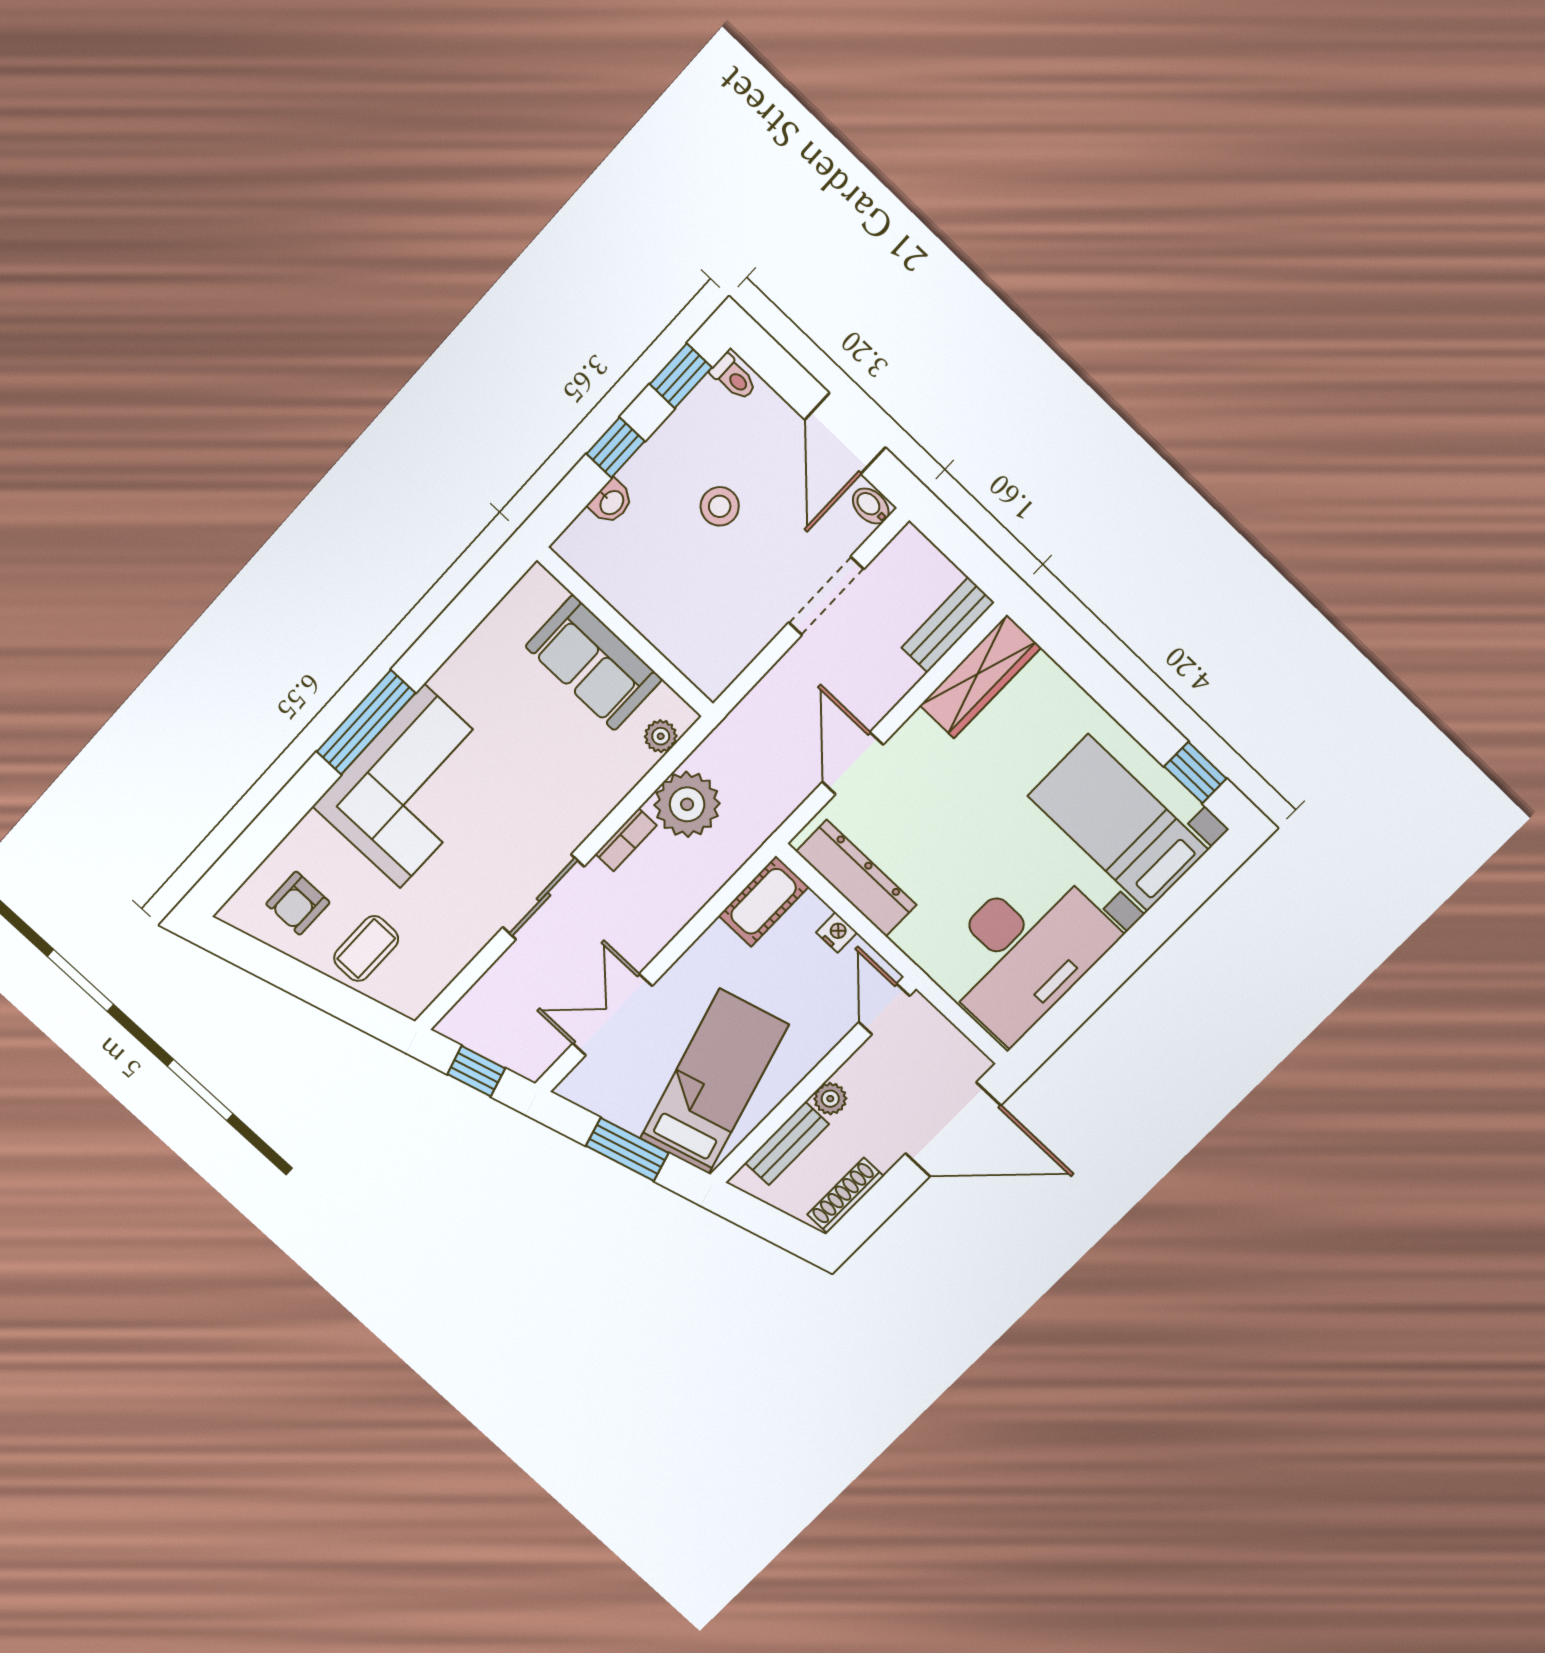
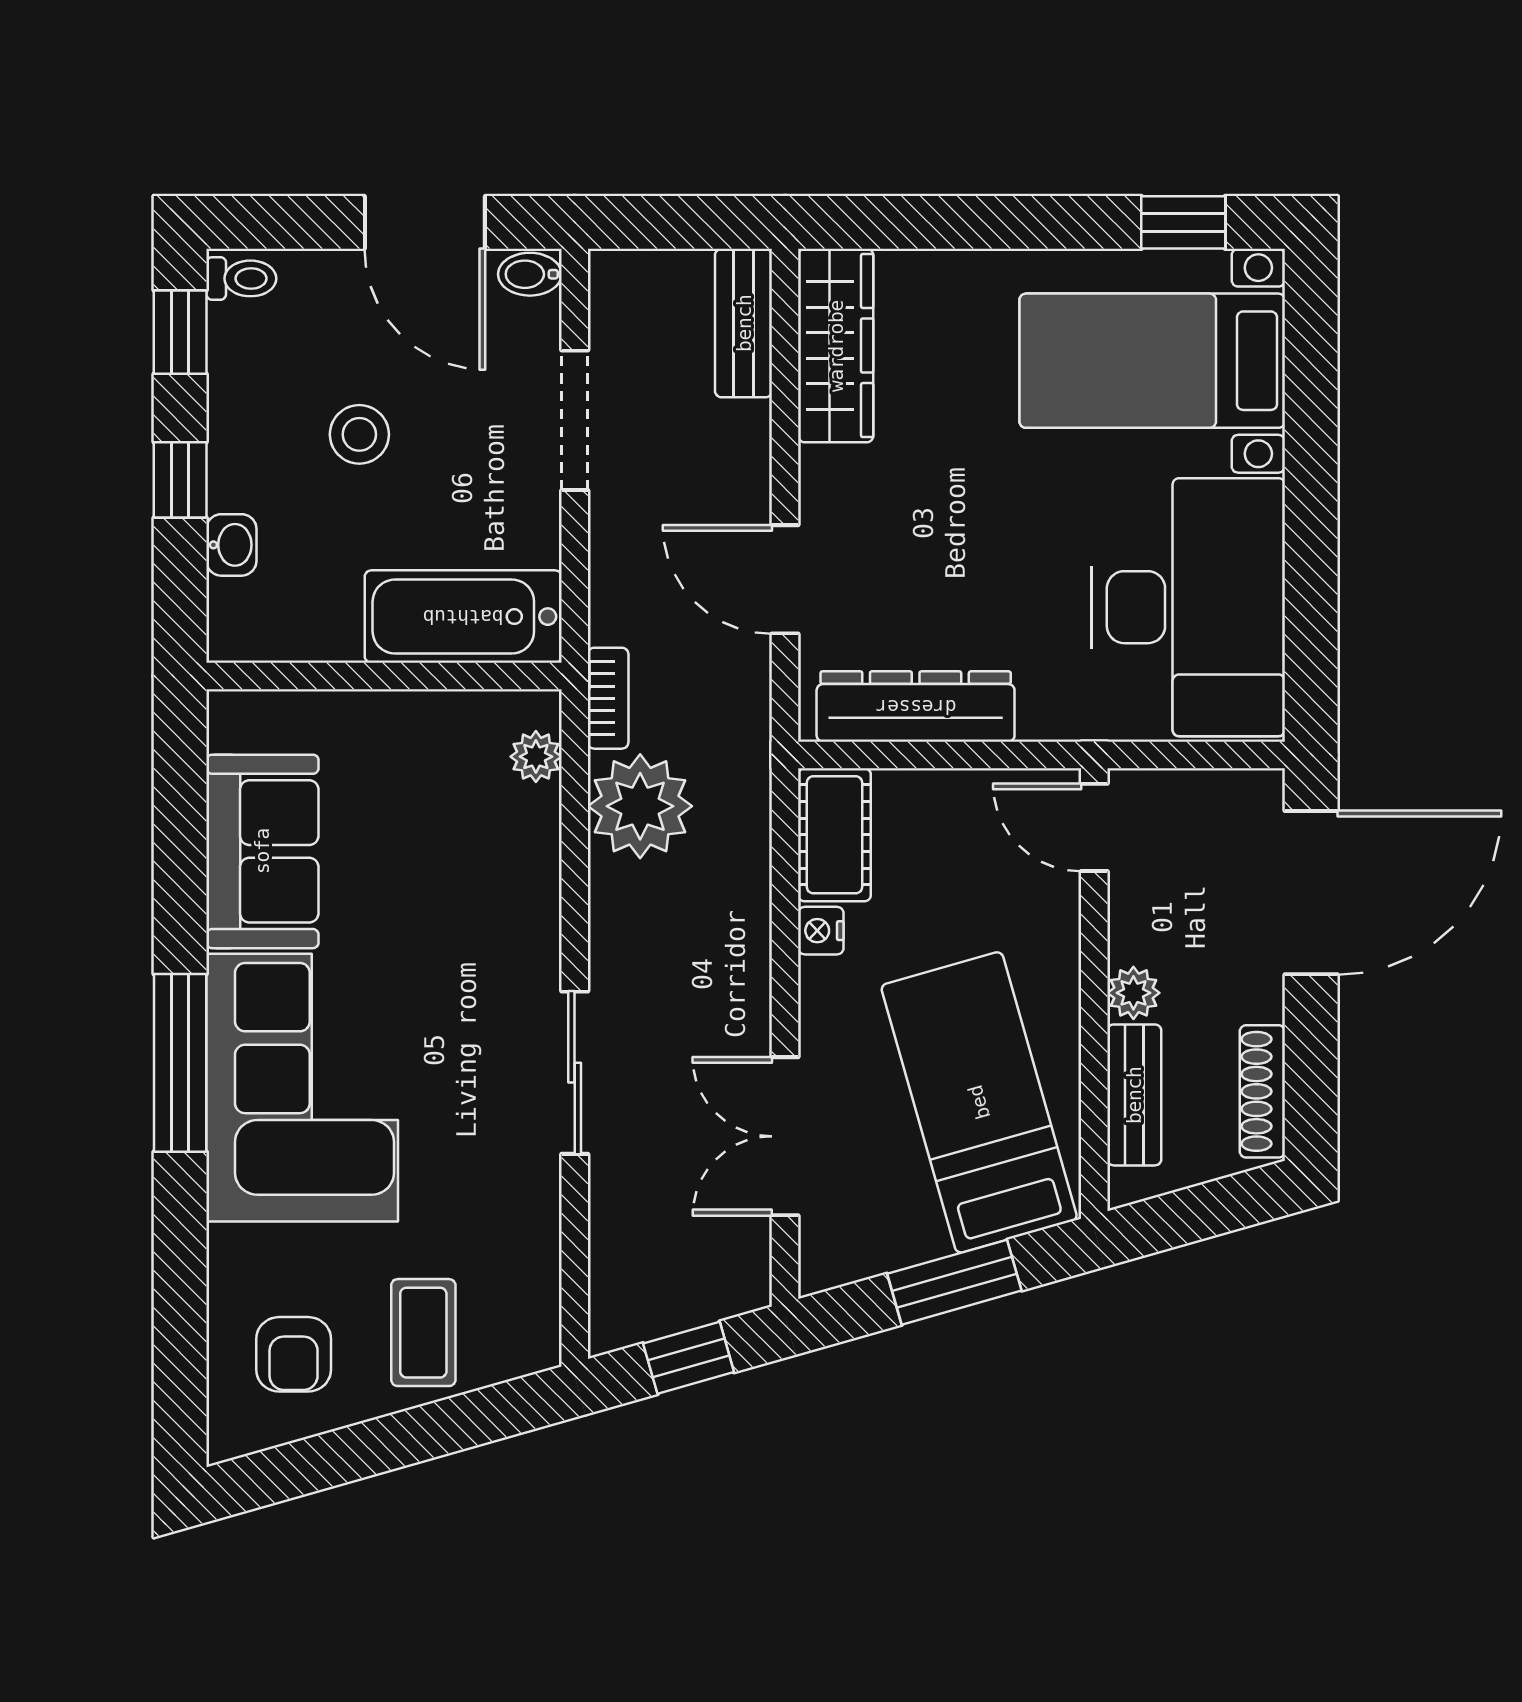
bathtub: (688, 639) -> (463, 617), added
sofa: (594, 663) -> (262, 851), moved, turned -90
bookcase: (626, 840) -> (608, 698), moved
nightstand: (837, 932) -> (821, 931), moved, turned -90

